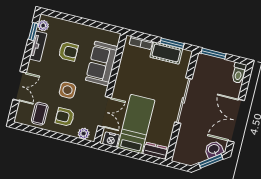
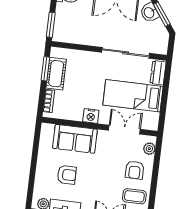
armchair: (68, 51) -> (67, 175), turned 90
side table: (67, 90) -> (107, 171), removed
sliding door: (183, 100) -> (126, 53), moved
nightstand: (111, 140) -> (91, 116), moved, turned 90

